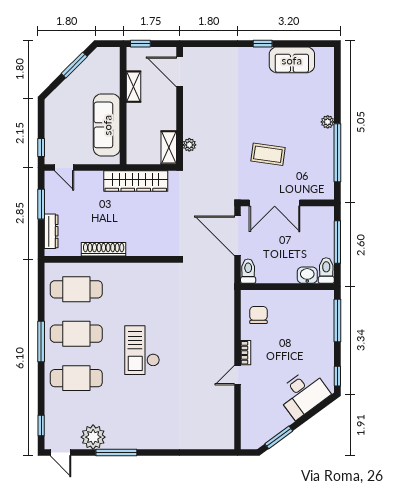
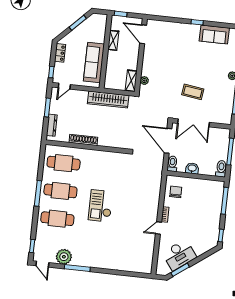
locker: (52, 116) -> (60, 53), added
door: (64, 168) -> (64, 86), hinge flipped
washbasin: (307, 275) -> (192, 168), moved
desk: (303, 393) -> (179, 255), moved

